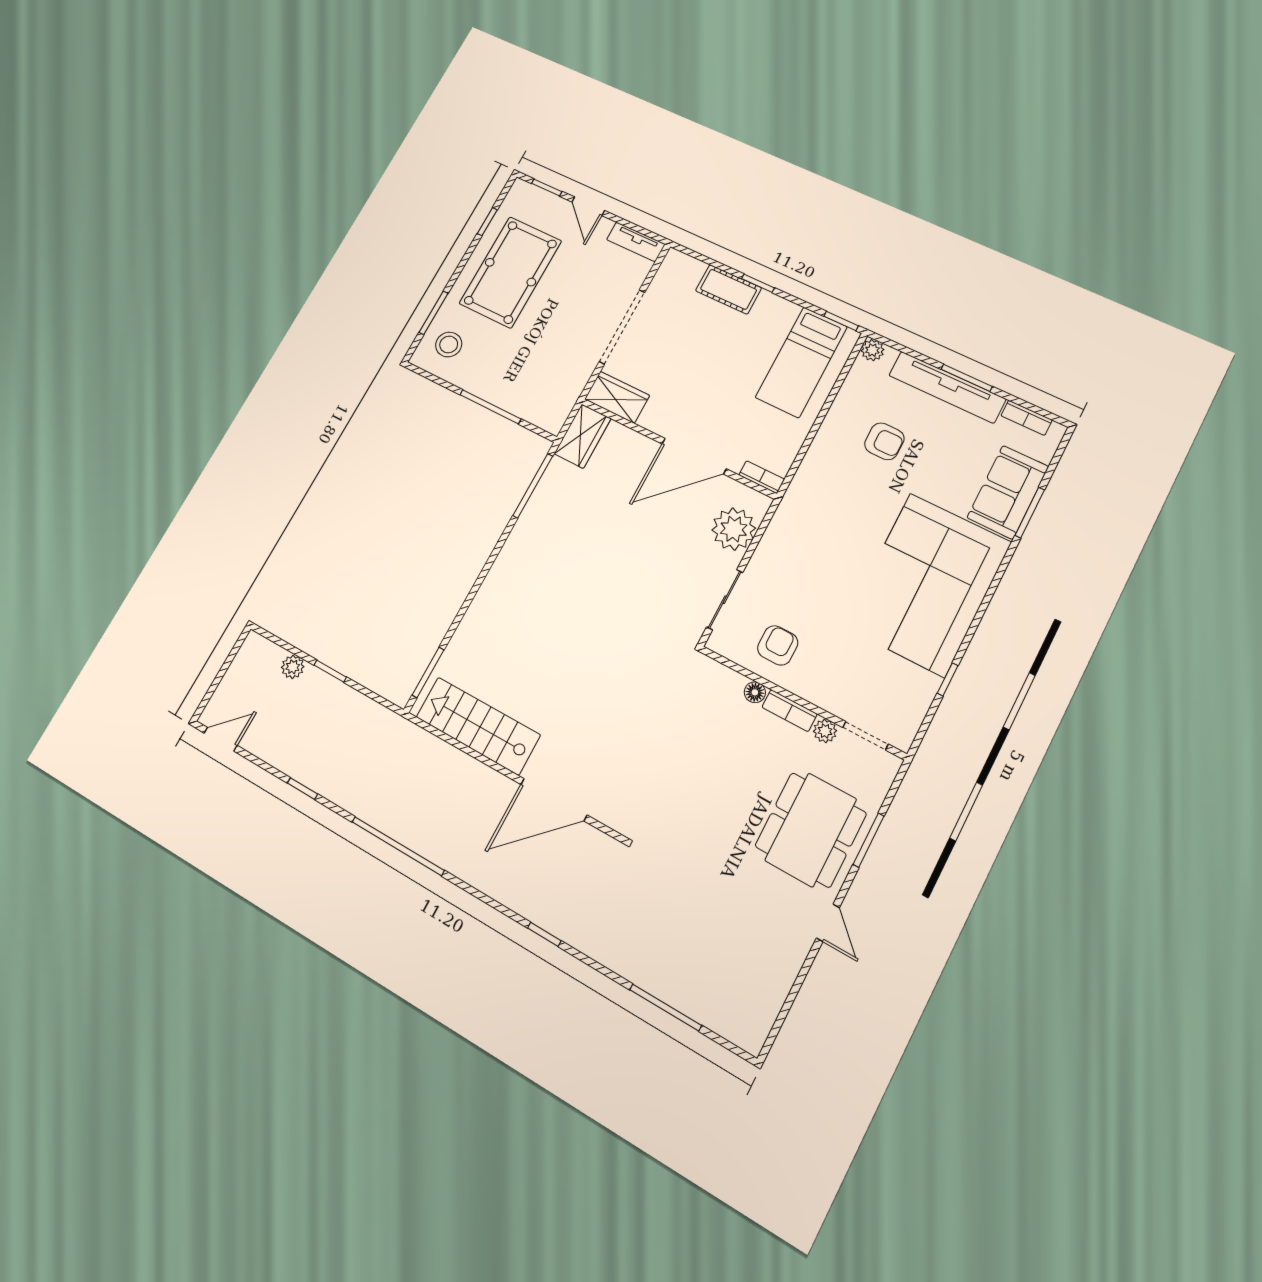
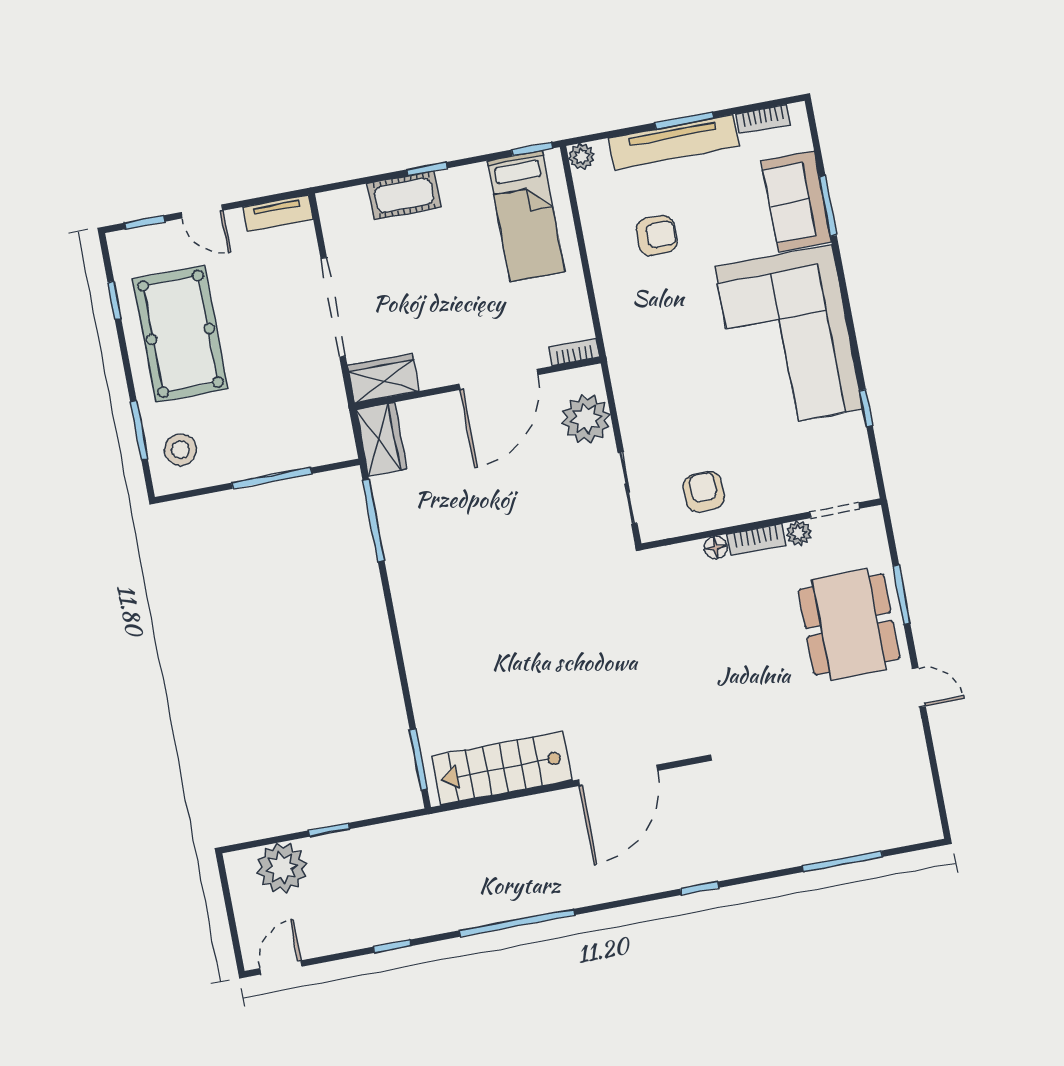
plant: (293, 667) -> (282, 868), width x1.88, depth x1.88

